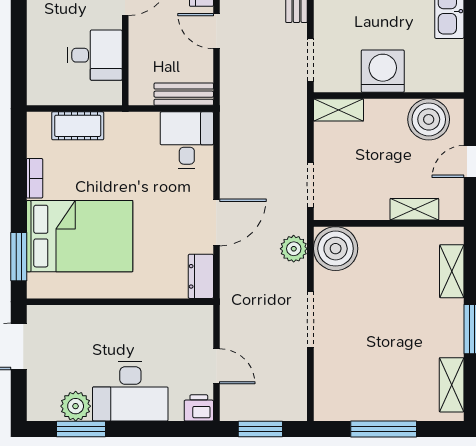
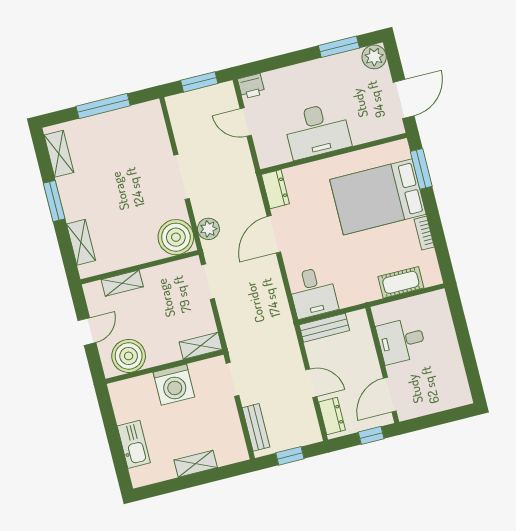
desk: (130, 392) -> (317, 131), moved, turned 180
plant: (76, 406) -> (374, 57), moved

